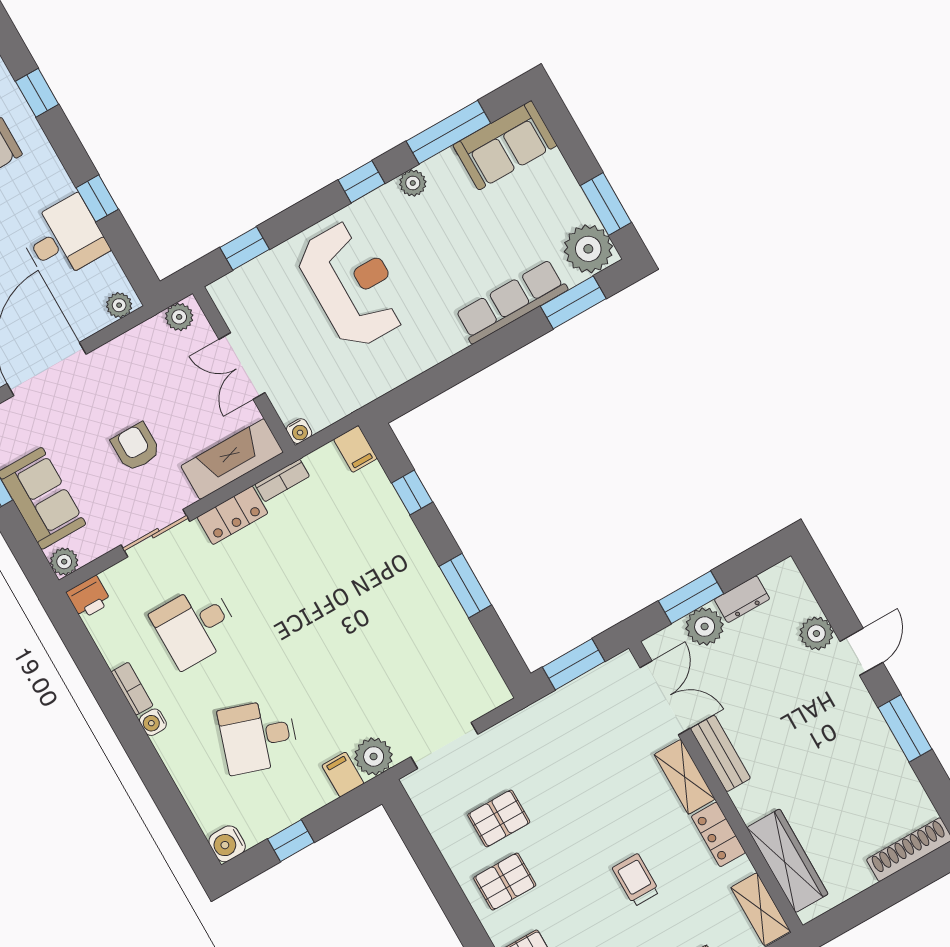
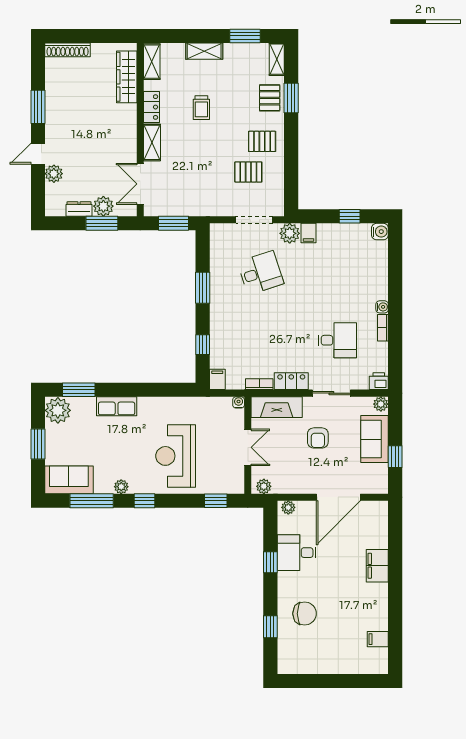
window: (606, 204) -> (38, 444), moved
row of seats: (511, 302) -> (117, 406), width x0.68
desk: (258, 736) -> (261, 273), moved, turned -36
bench: (720, 753) -> (129, 144), removed

